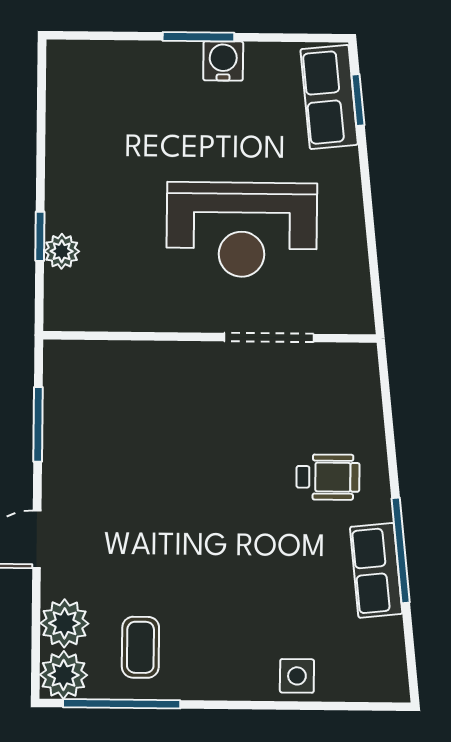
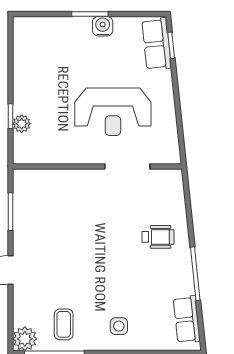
row of seats: (376, 570) -> (187, 319), moved
plant: (64, 623) -> (25, 313), removed
side table: (297, 676) -> (119, 326), moved

